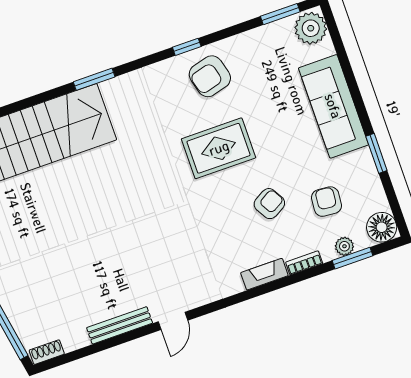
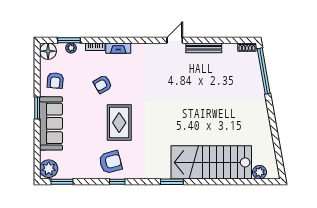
rug: (219, 148) -> (119, 123), turned 90
window: (376, 153) -> (37, 108), moved
armchair: (327, 202) -> (55, 80), moved

